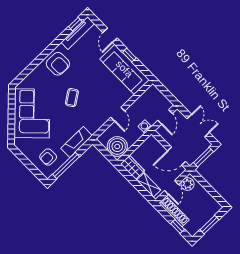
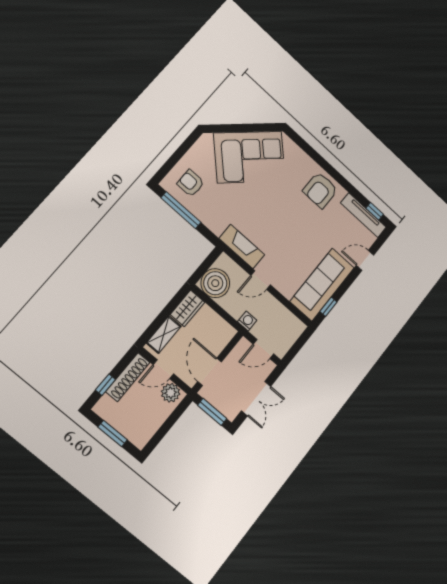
window: (129, 55) -> (328, 307), moved
coffee table: (72, 98) -> (277, 213), removed
fireplace: (77, 142) -> (242, 247), moved

